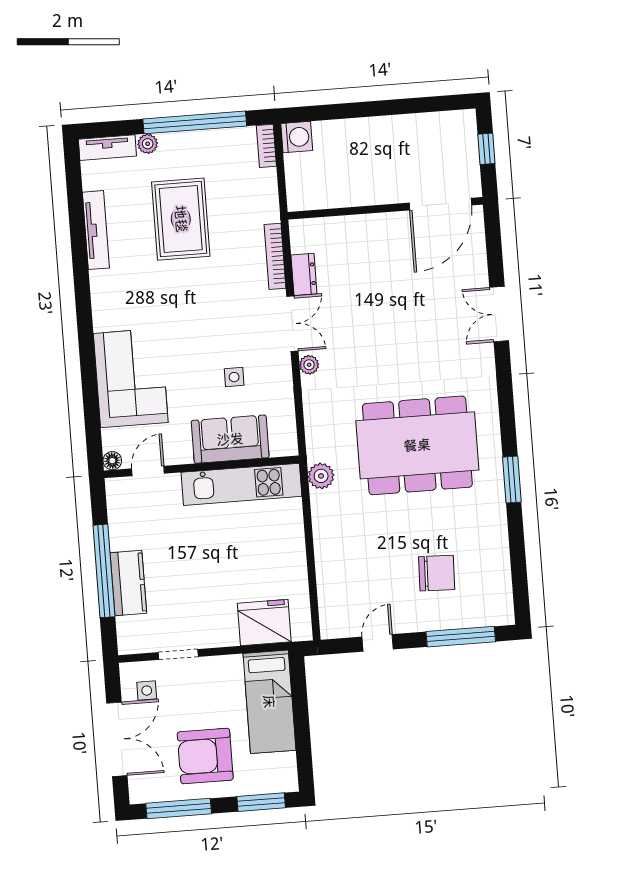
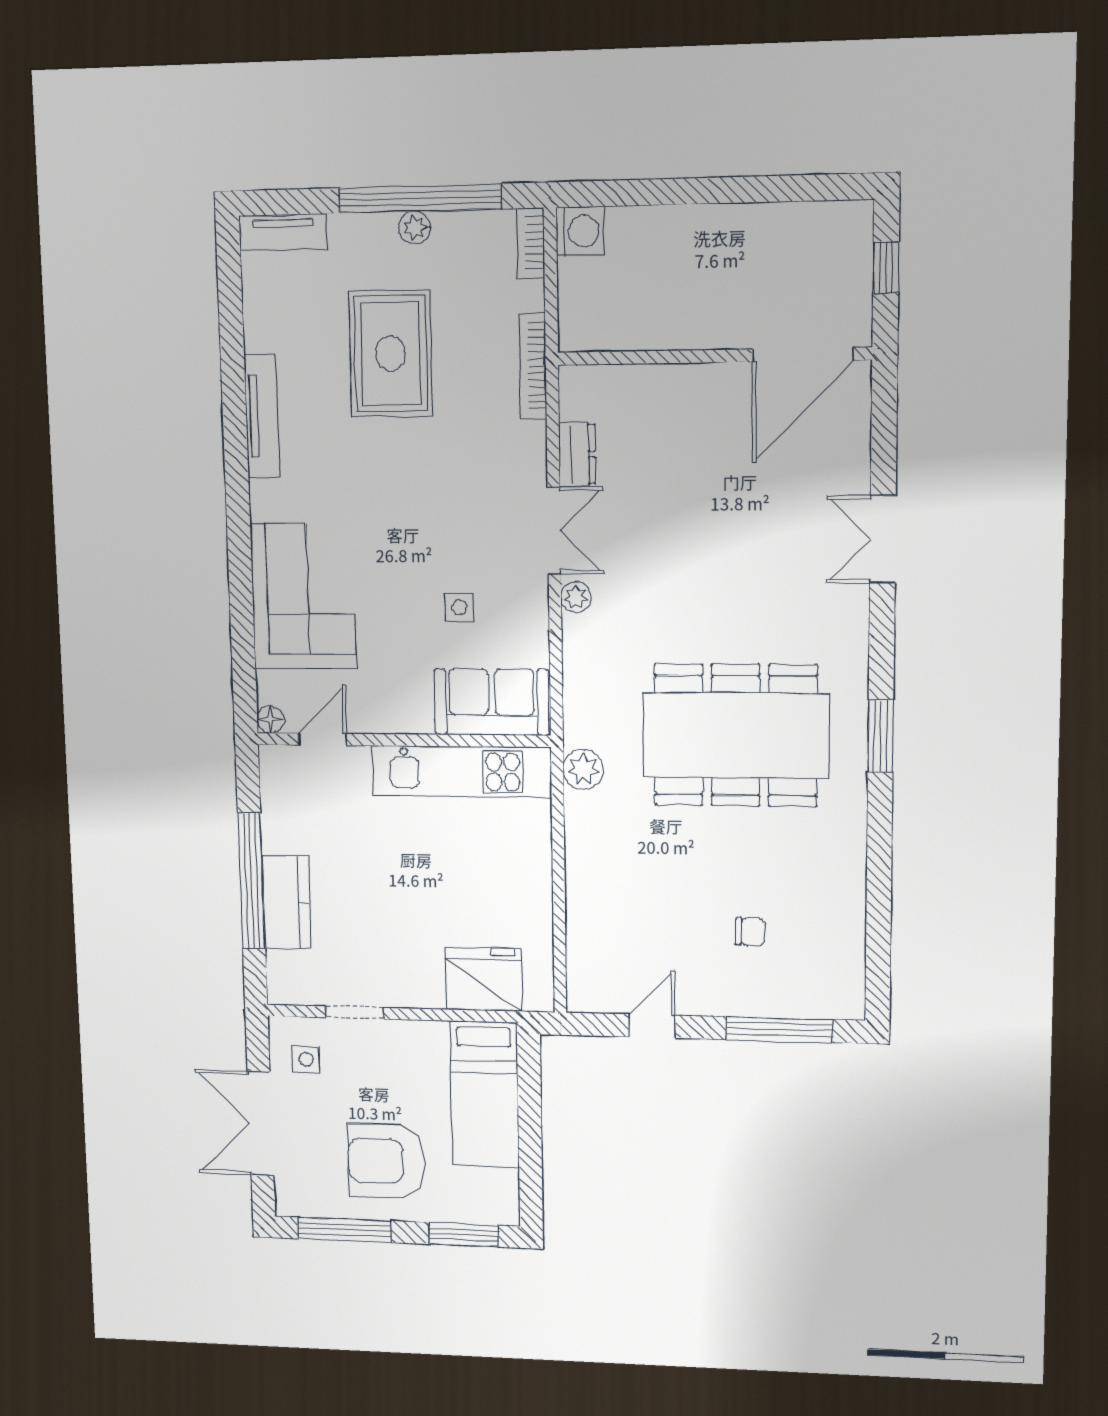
plant: (148, 144) -> (414, 227), moved
tv unit: (96, 230) -> (262, 416), moved
bookcase: (275, 256) -> (533, 366), moved
sofa: (230, 439) -> (492, 702), moved
window: (512, 480) -> (881, 736), moved
chair: (437, 573) -> (750, 932), width x0.54, depth x0.54
double door: (117, 739) -> (260, 1124), swing flipped

